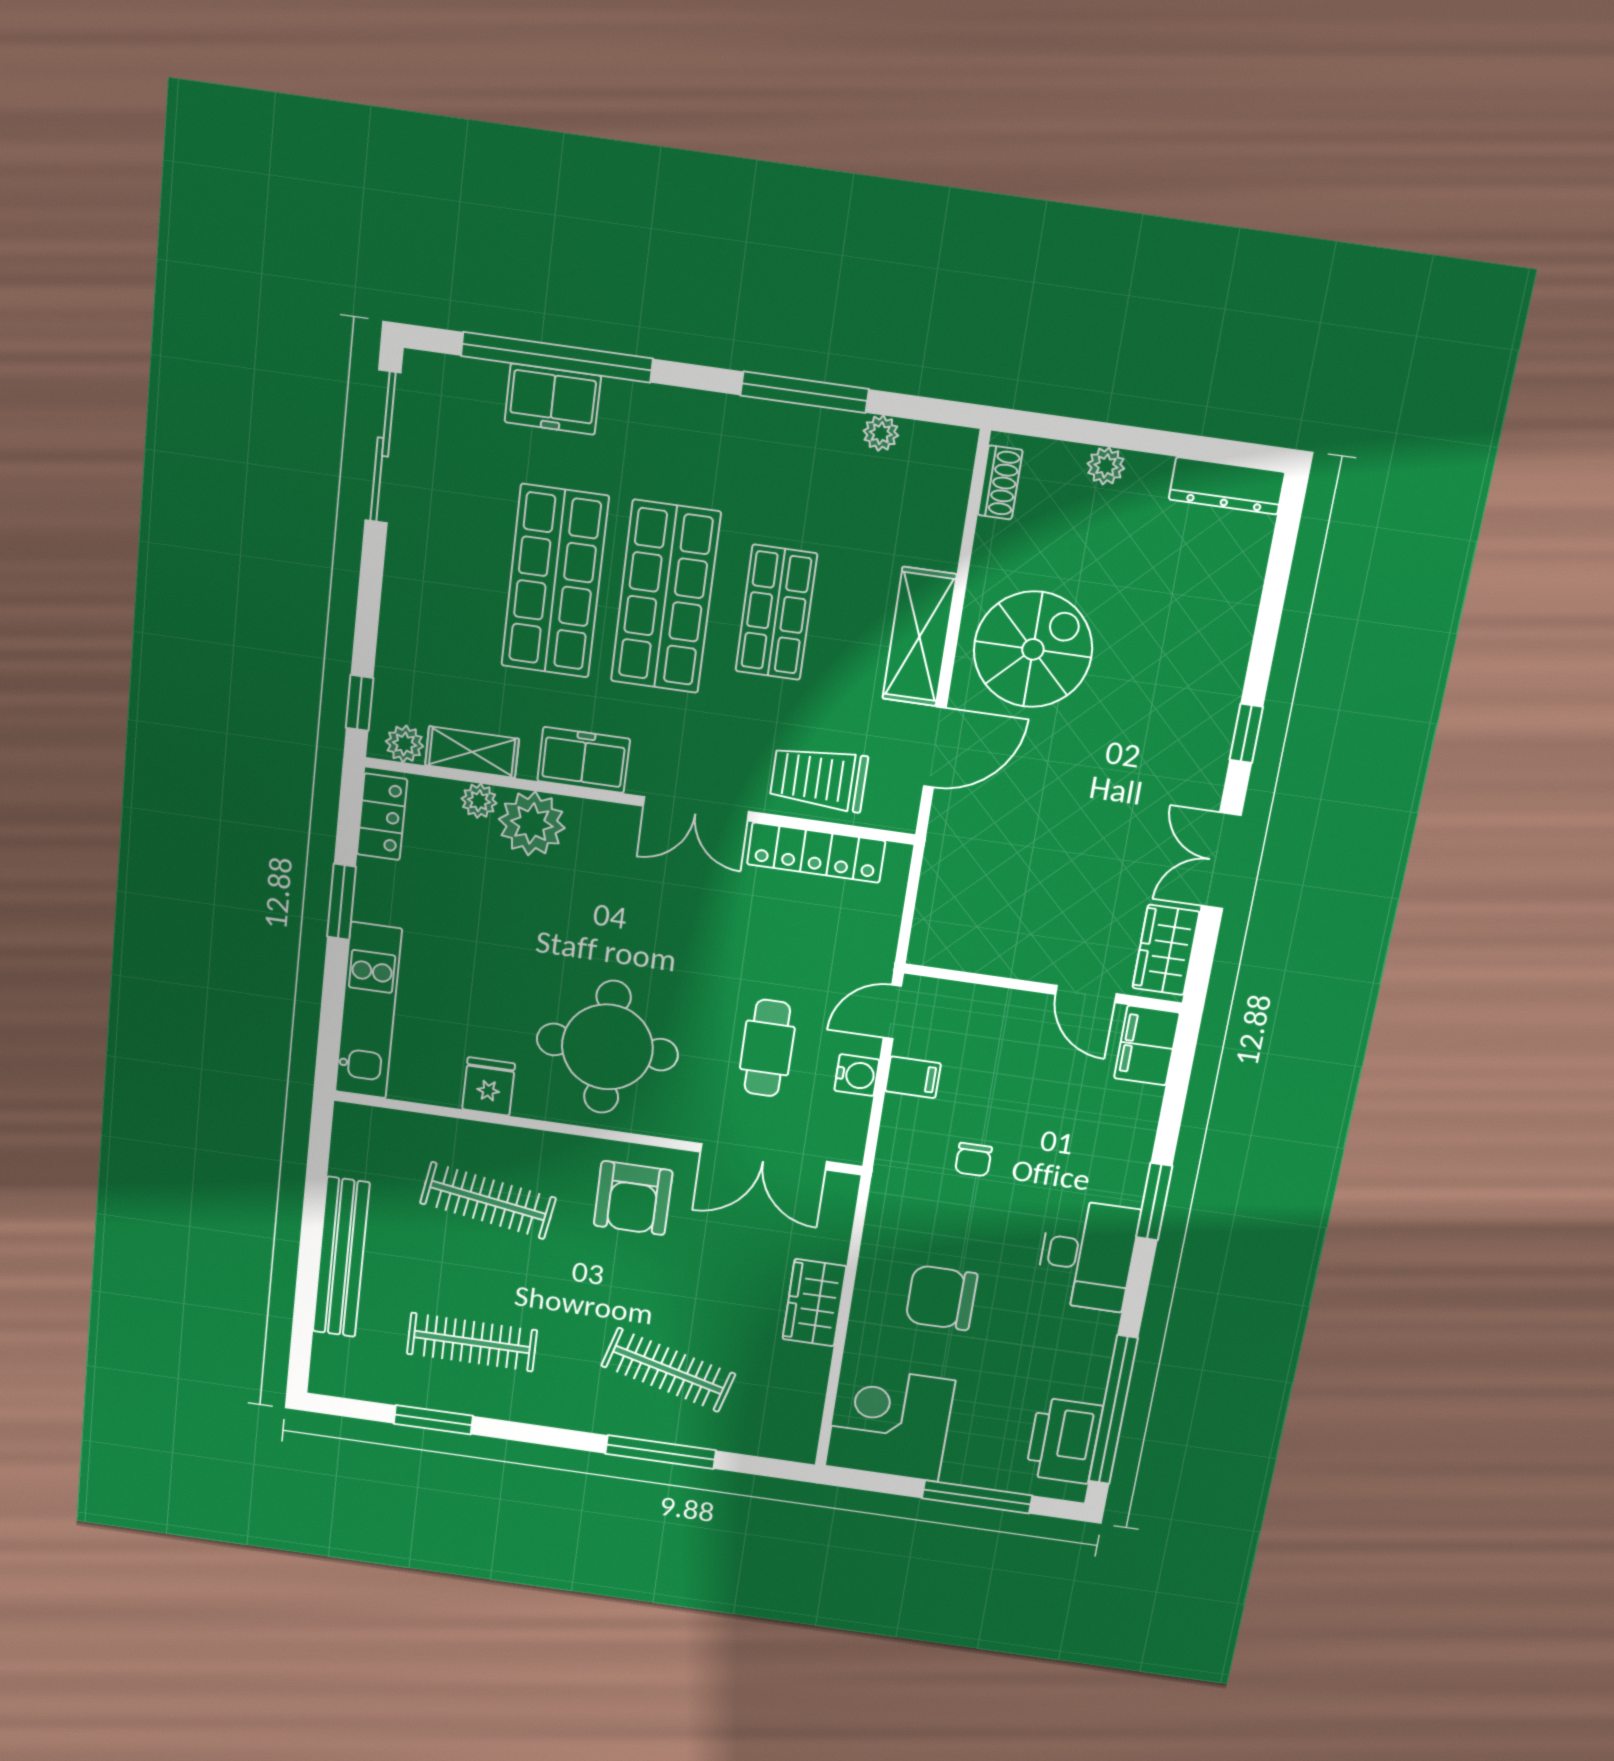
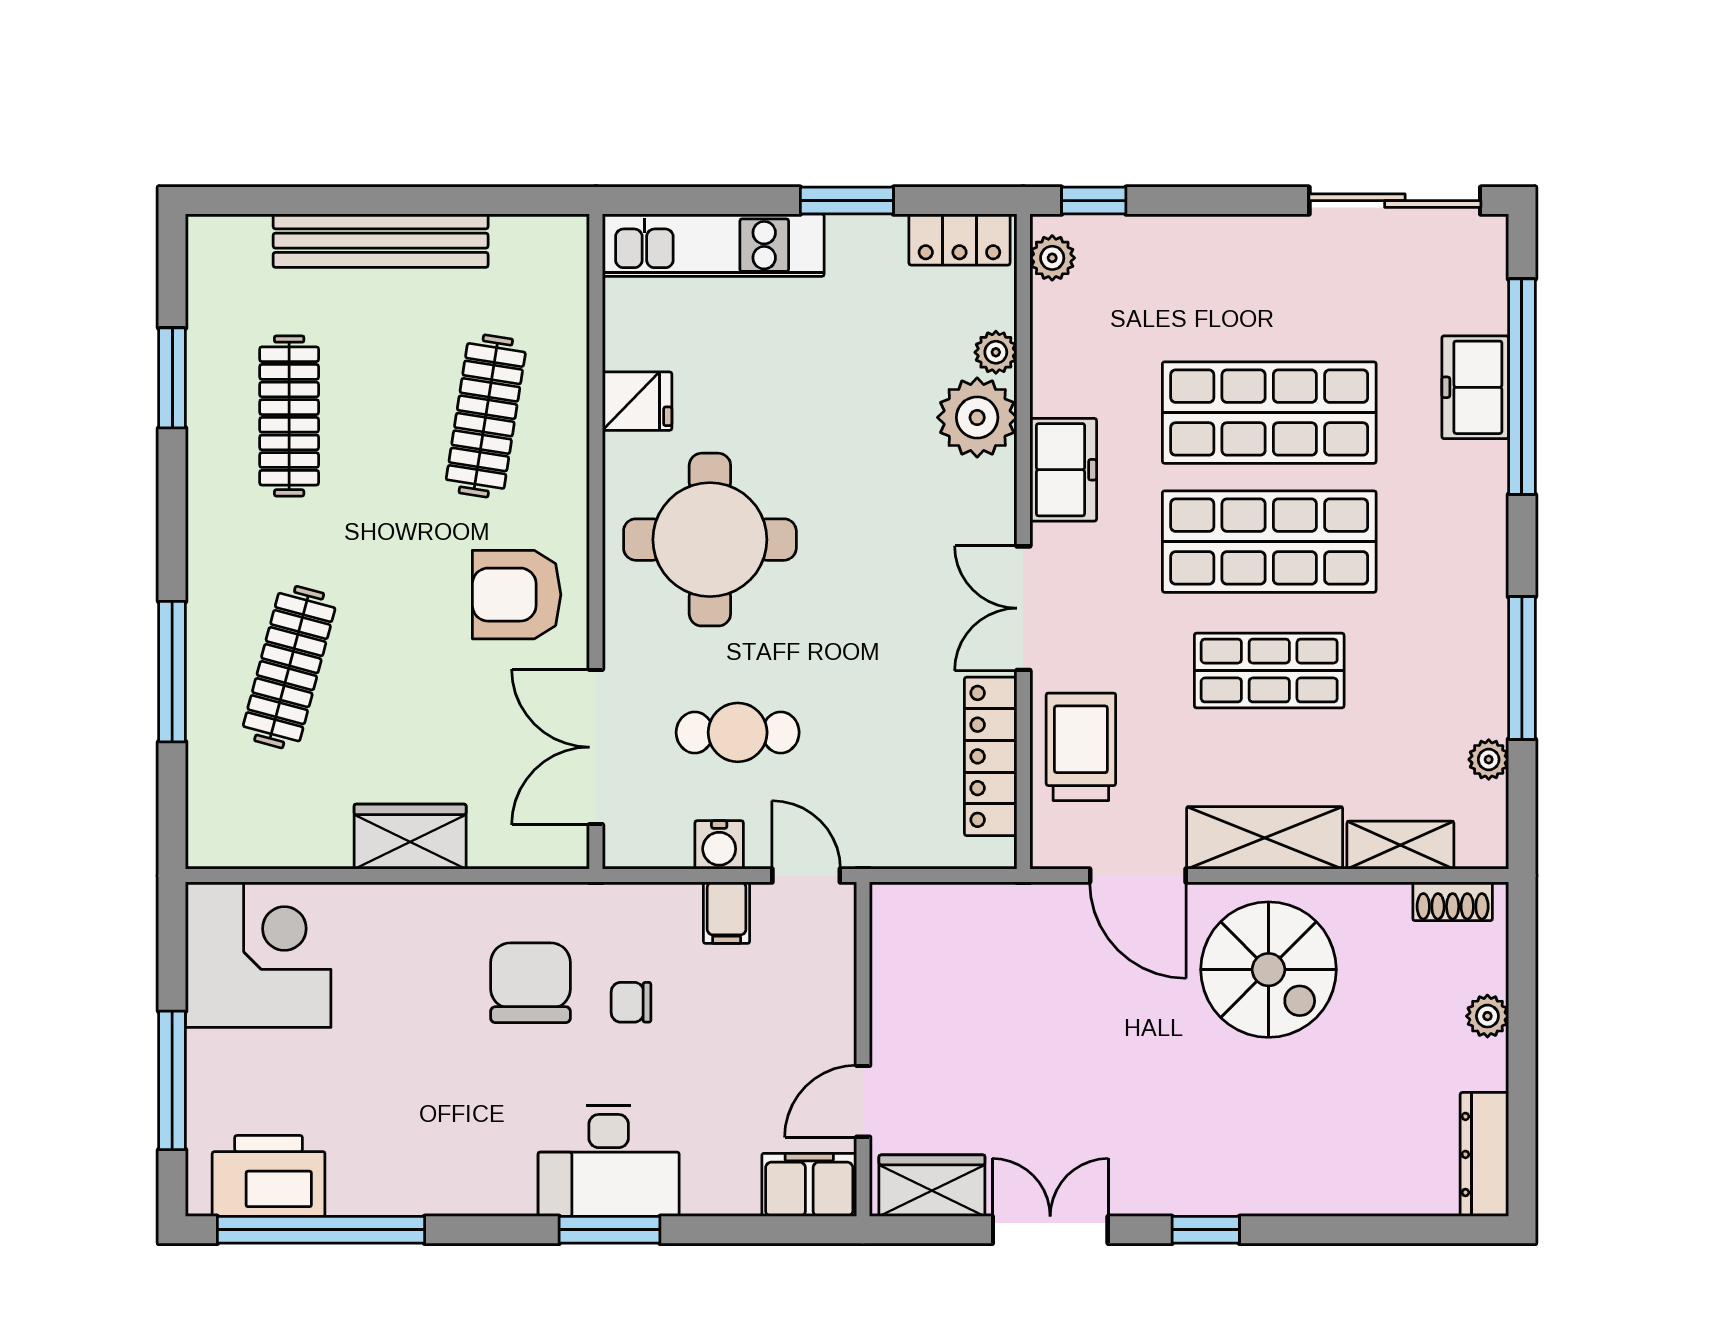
shelving: (472, 752) -> (1400, 845), moved, turned 90
desk: (1087, 1255) -> (609, 1161), moved
chair: (941, 1298) -> (531, 983), moved

